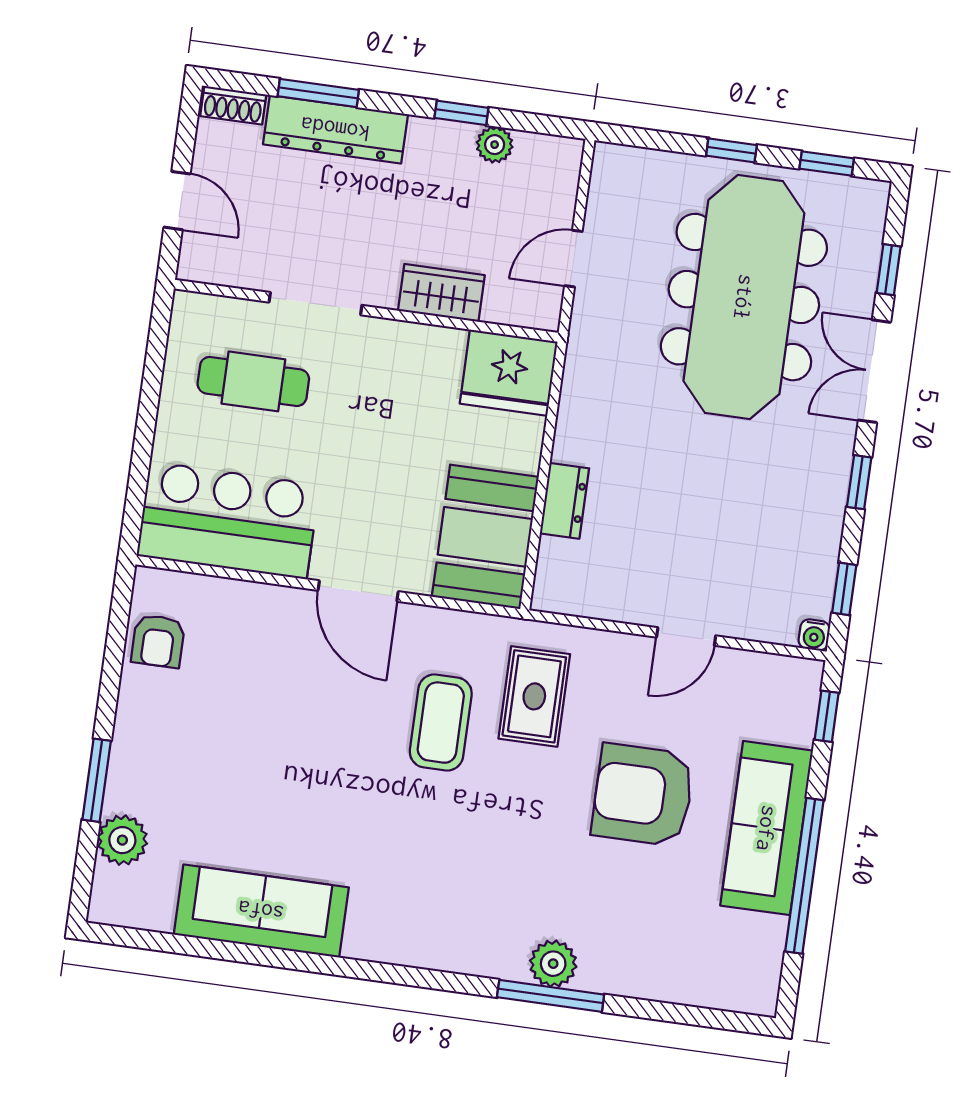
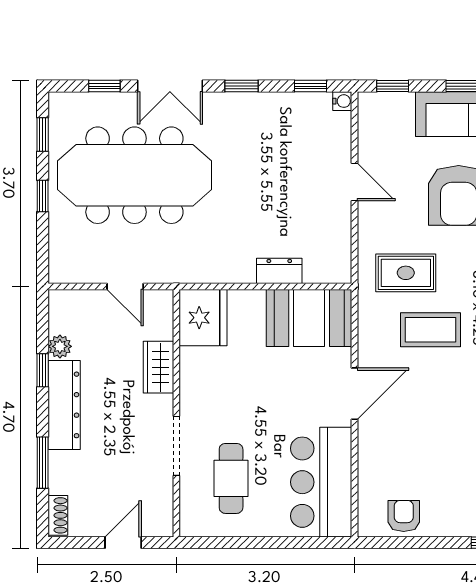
dresser: (335, 129) -> (64, 405), moved
armchair: (158, 641) -> (404, 516), turned -90

